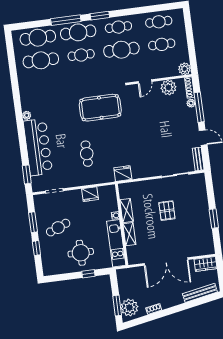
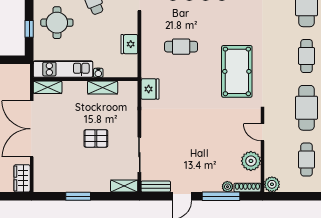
shelving: (201, 184) -> (124, 186), added
shelving: (129, 234) -> (48, 87), moved

